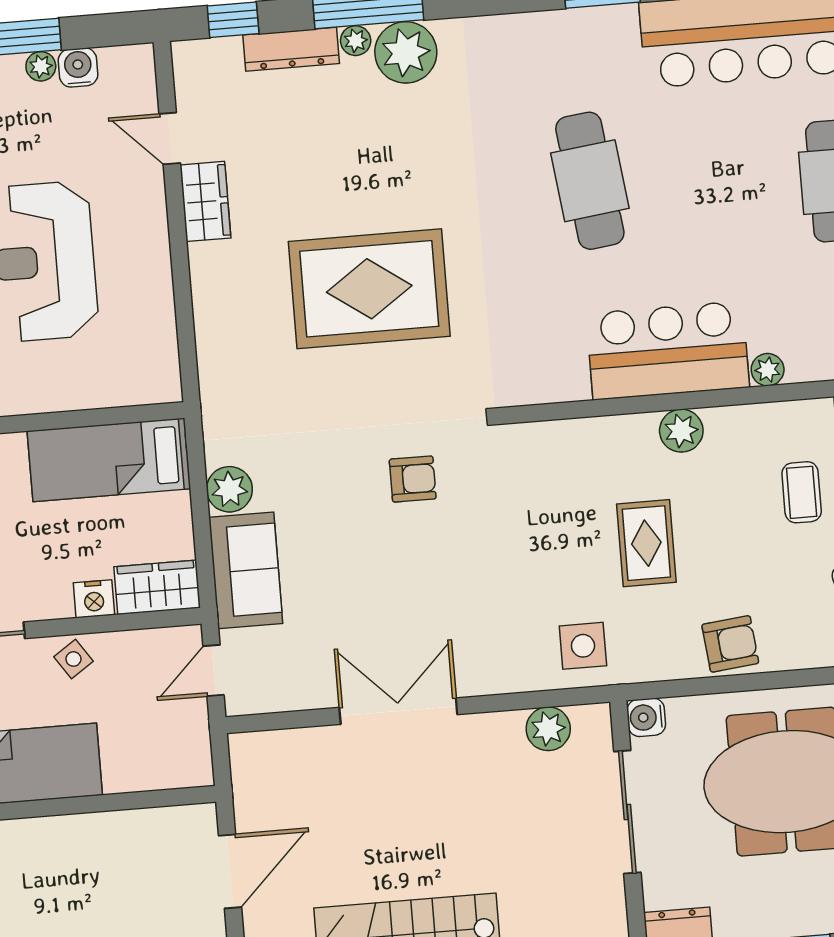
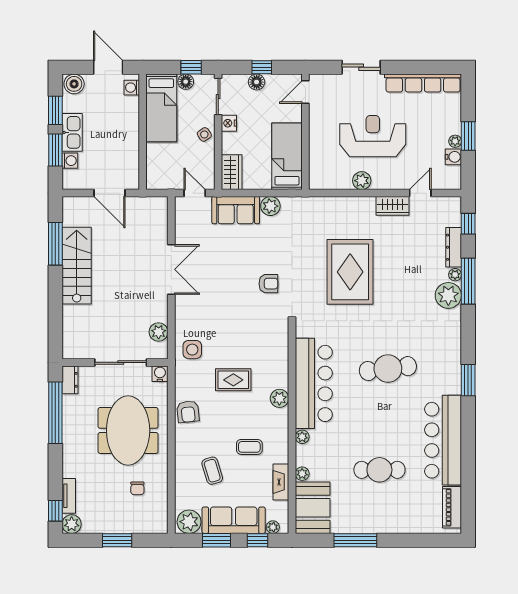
plant: (152, 279) -> (362, 181), added
bar counter: (668, 350) -> (314, 383), width x1.36
armchair: (413, 479) -> (268, 284), turned -90
nightstand: (94, 599) -> (229, 123), moved

